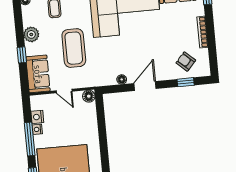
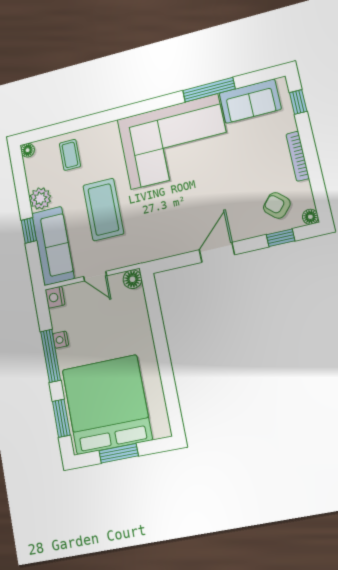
sofa: (38, 74) -> (53, 246), width x1.36
floor lamp: (122, 79) -> (310, 217), moved
nightstand: (37, 117) -> (55, 297), moved

